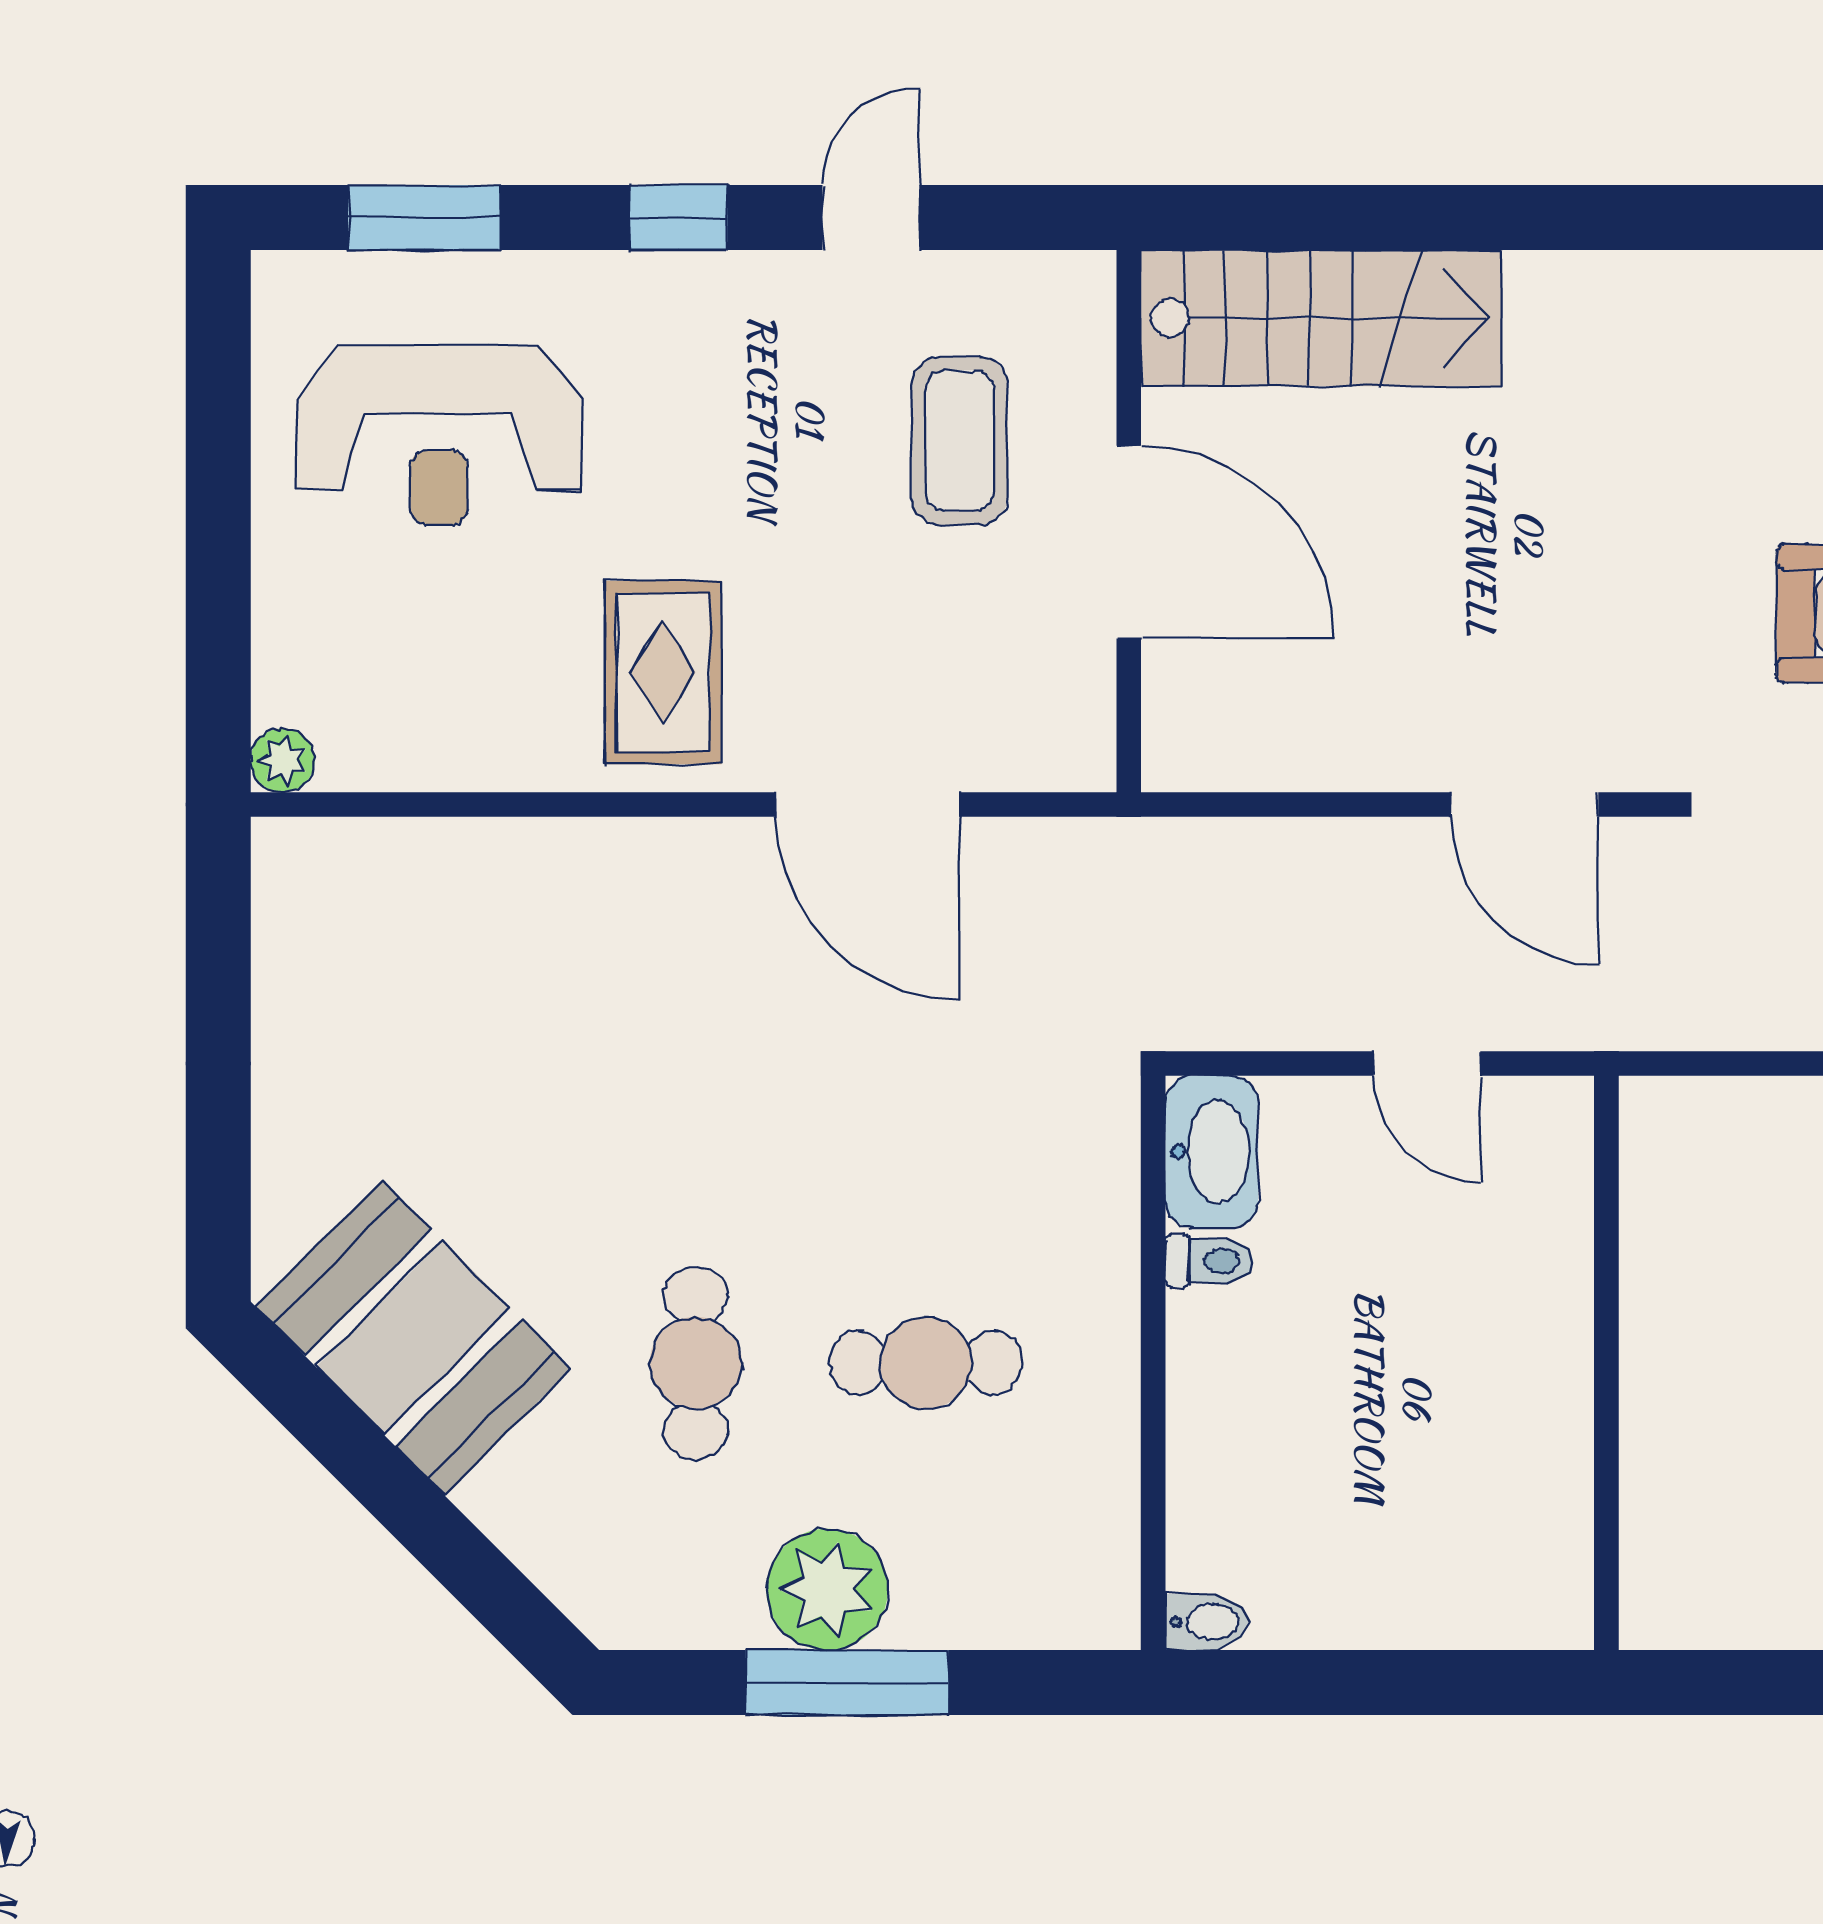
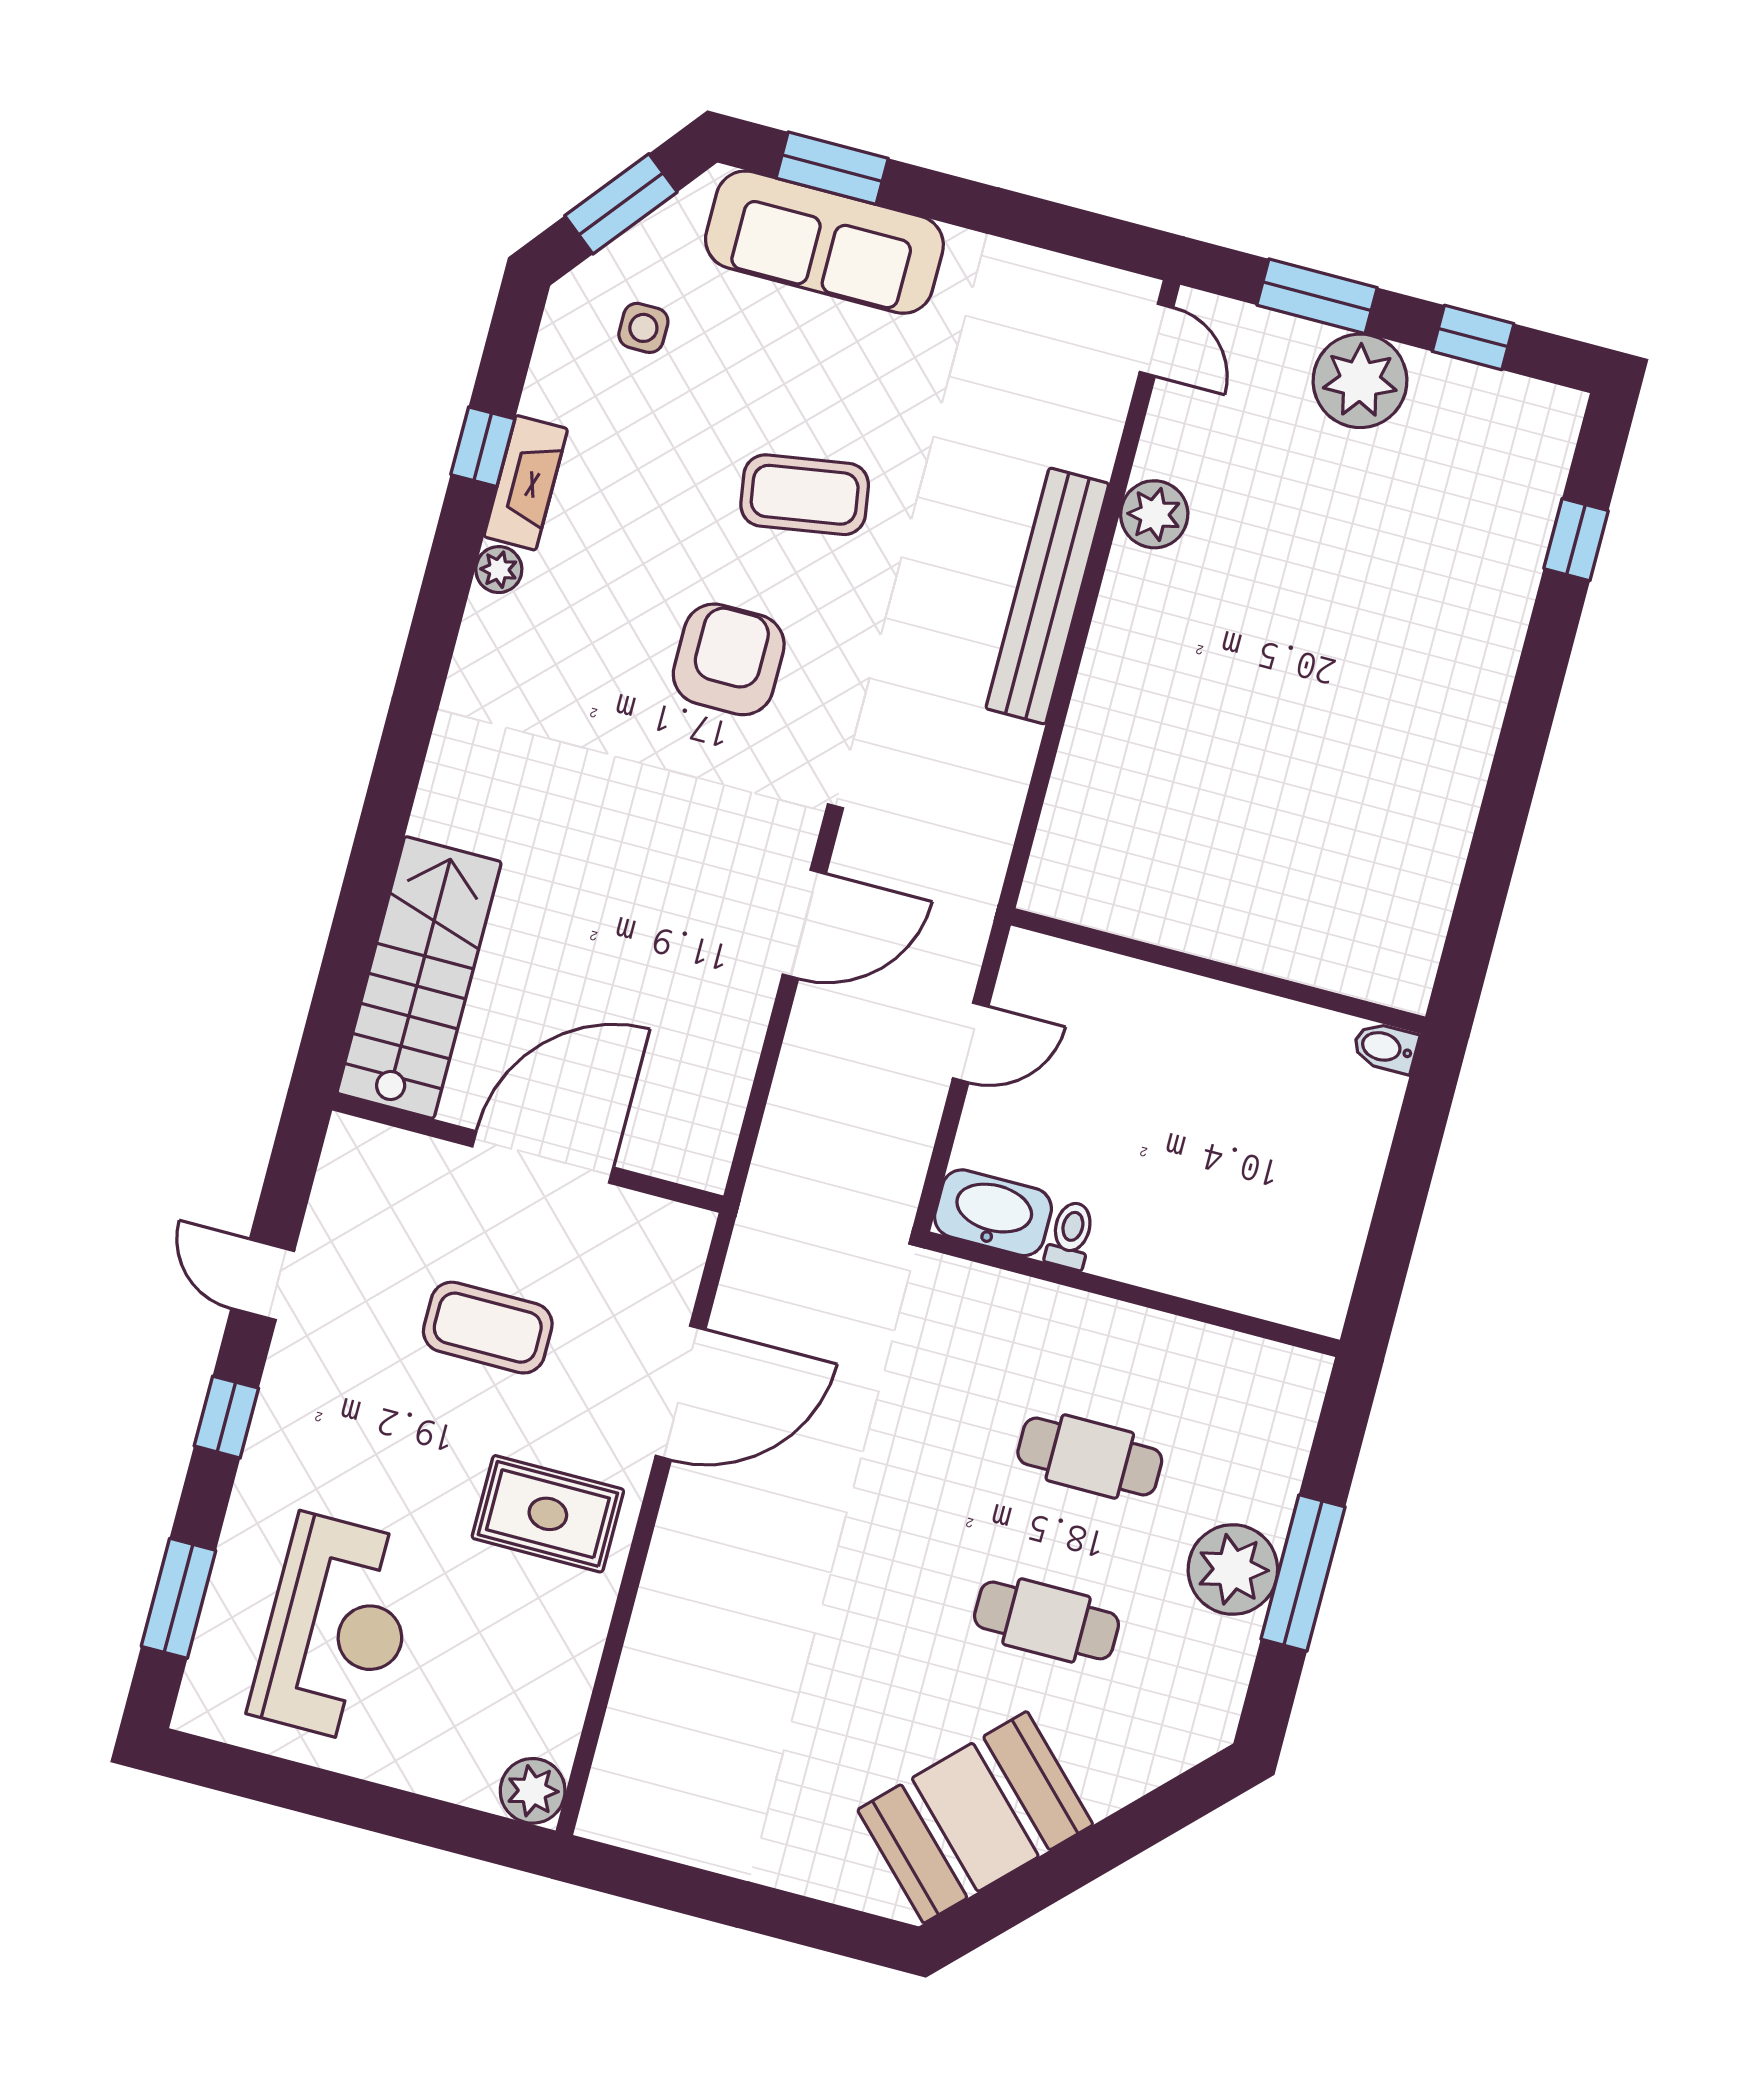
coffee table: (960, 441) -> (488, 1328), moved
plant: (283, 760) -> (533, 1791), width x1.38, depth x1.38
cafe table: (926, 1363) -> (1090, 1456), turned 90
bidet: (1207, 1622) -> (1385, 1048), moved, turned -90

